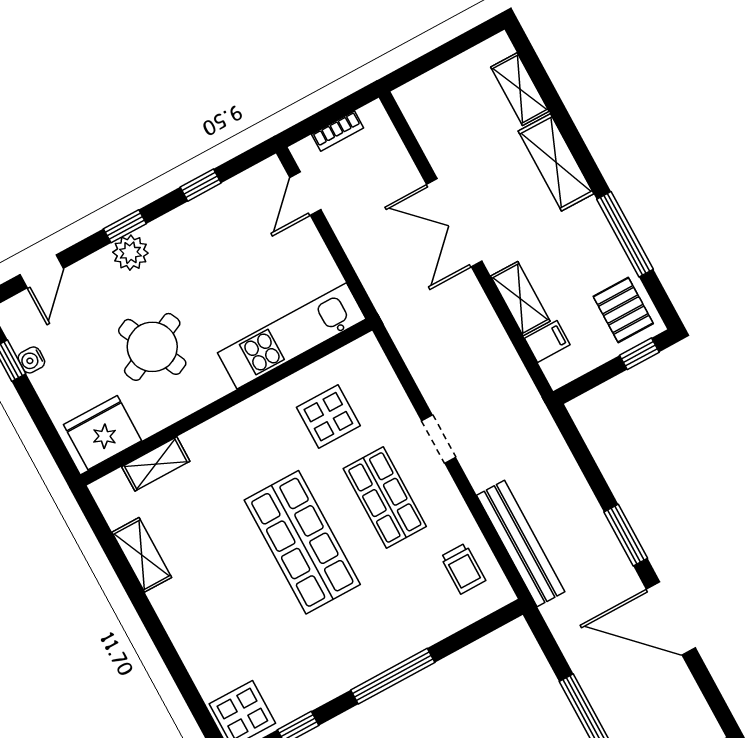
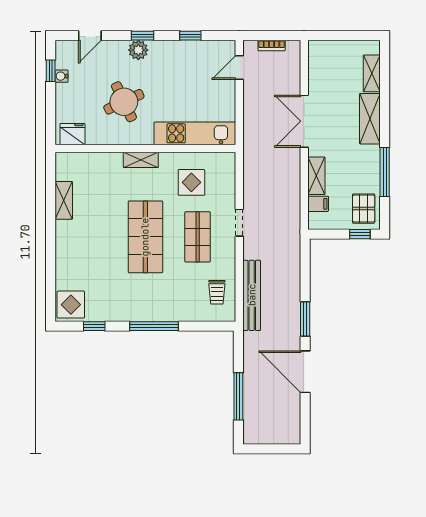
fridge: (103, 433) -> (72, 134), width x0.73, depth x0.75
shelving: (156, 464) -> (141, 160), moved

